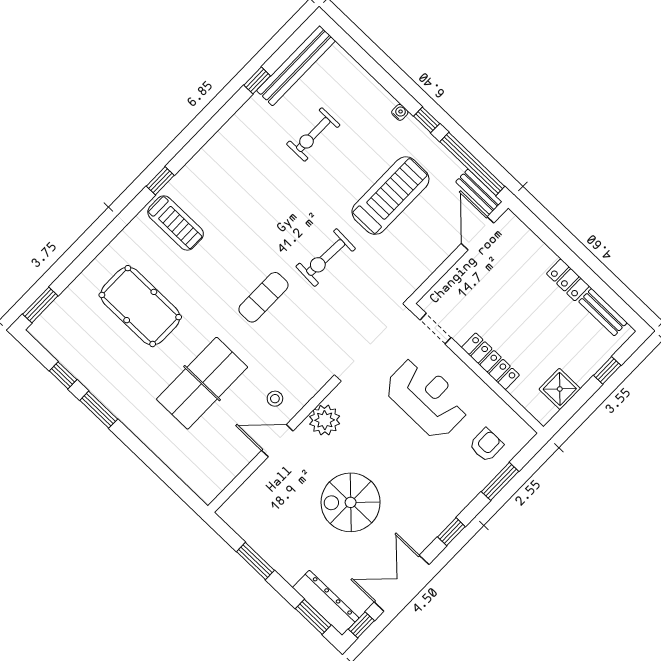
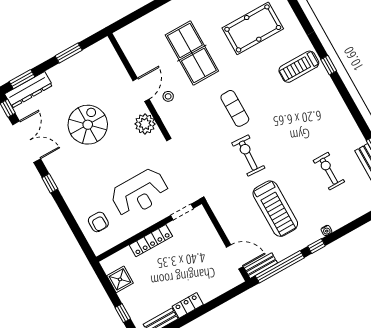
window: (500, 481) -> (73, 224), removed

